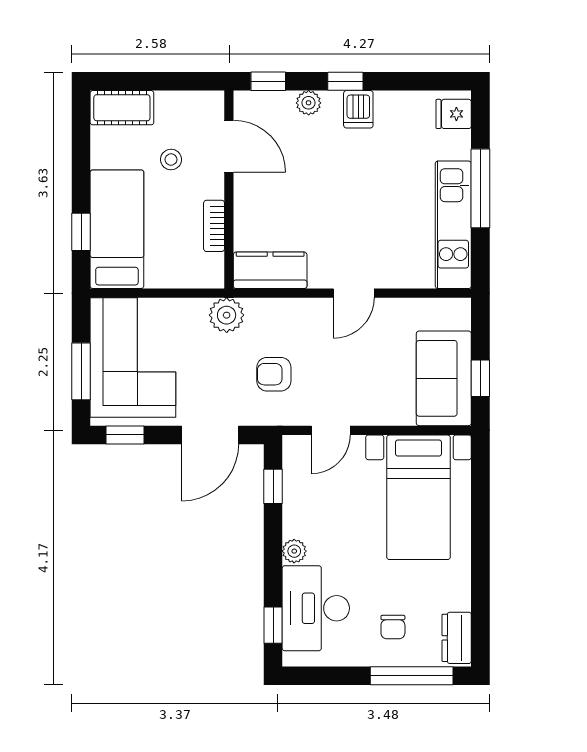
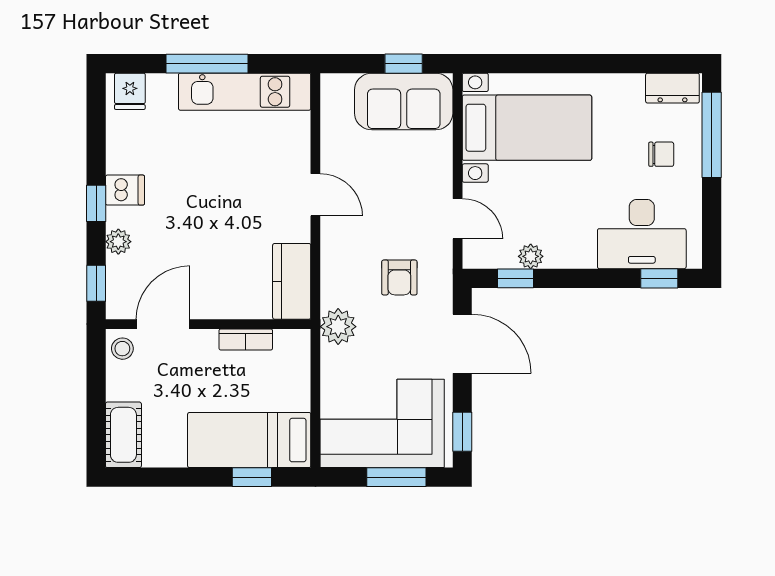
stool: (171, 160) -> (122, 349), moved
plant: (294, 551) -> (531, 256), moved

